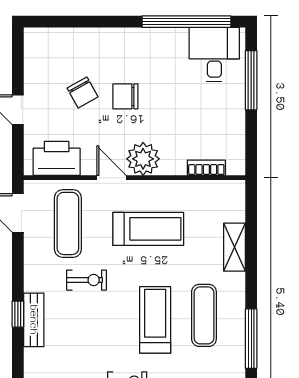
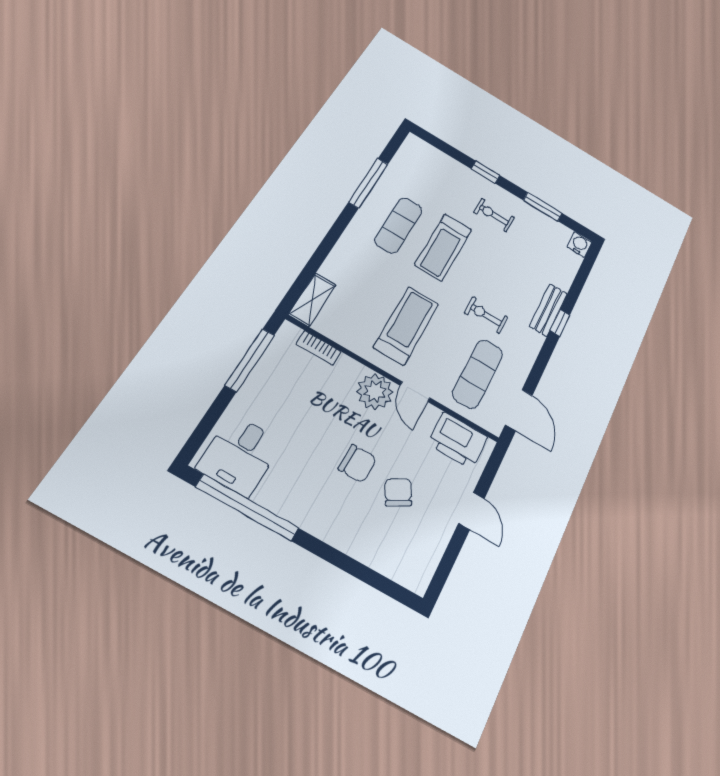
window: (251, 80) -> (250, 360), moved
treadmill: (148, 229) -> (406, 325), turned 90
shelving: (234, 247) -> (312, 300), moved

